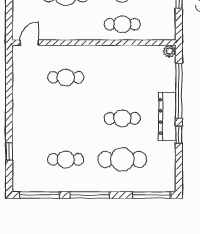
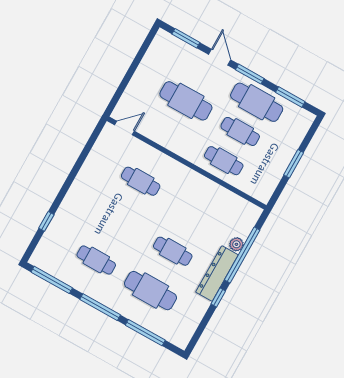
plant: (170, 51) -> (236, 244), moved
window: (151, 195) -> (145, 333), moved

